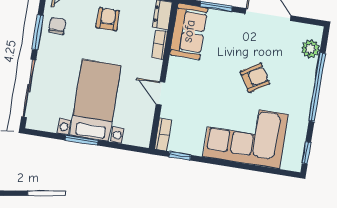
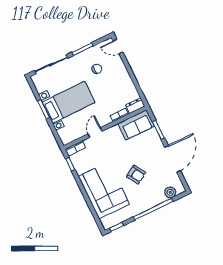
armchair: (108, 19) -> (114, 80), removed
chair: (57, 26) -> (97, 69), moved

